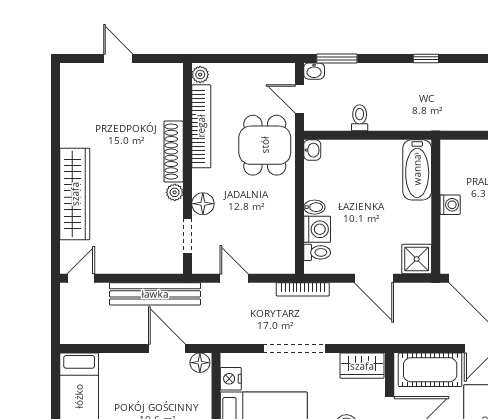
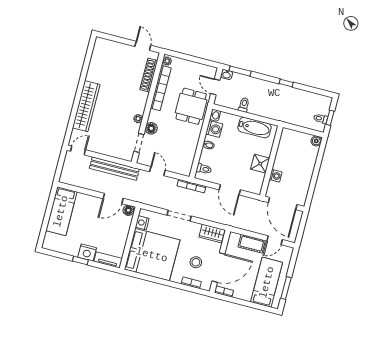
door: (118, 58) -> (143, 46), moved
shoe rack: (174, 152) -> (149, 75), moved
bathtub: (417, 170) -> (254, 128), moved, turned -90
washing machine: (450, 205) -> (276, 176), moved
washing machine: (317, 229) -> (214, 129), moved
shower: (417, 259) -> (260, 164), moved
door: (167, 349) -> (113, 199), swing flipped
doorway: (294, 349) -> (179, 216), width x0.73
cot: (430, 370) -> (252, 244), width x0.73, depth x0.75

